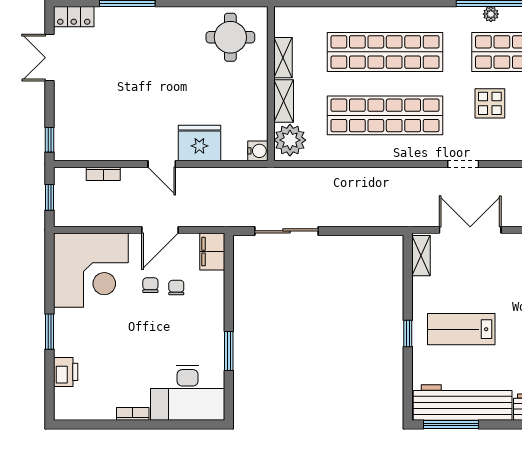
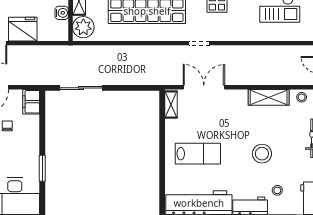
water cooler: (258, 151) -> (62, 13), moved
lab bench: (461, 329) -> (198, 154), turned 180
window: (408, 334) -> (162, 157), removed

